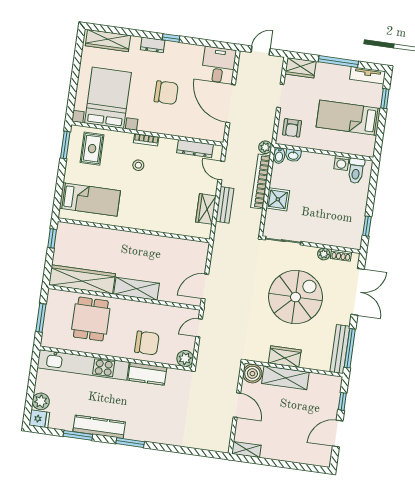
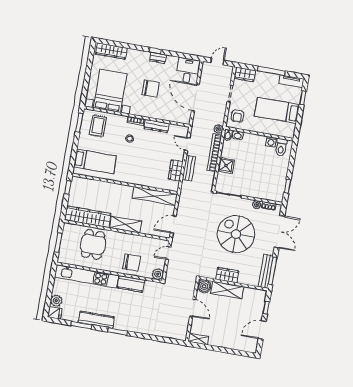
dresser: (153, 45) -> (158, 58), moved
dresser: (195, 149) -> (157, 126), moved
shelving: (177, 247) -> (155, 196), added
spiral stairs: (295, 297) -> (236, 234), turned -90

